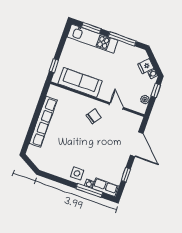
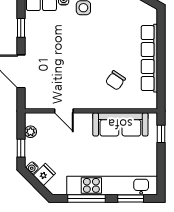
kitchen unit: (93, 39) -> (112, 185), width x1.36
chair: (94, 116) -> (115, 80), moved

